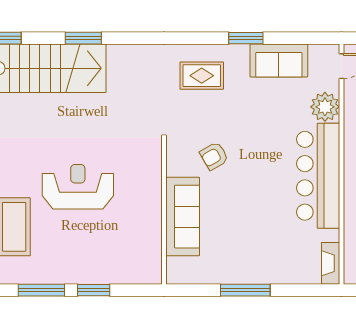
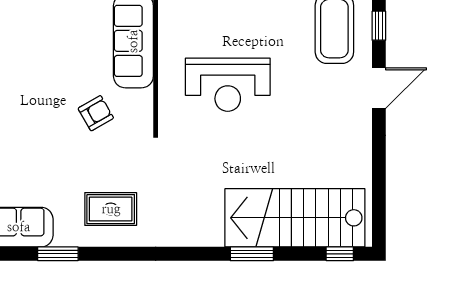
reception desk: (78, 187) -> (228, 85), moved

